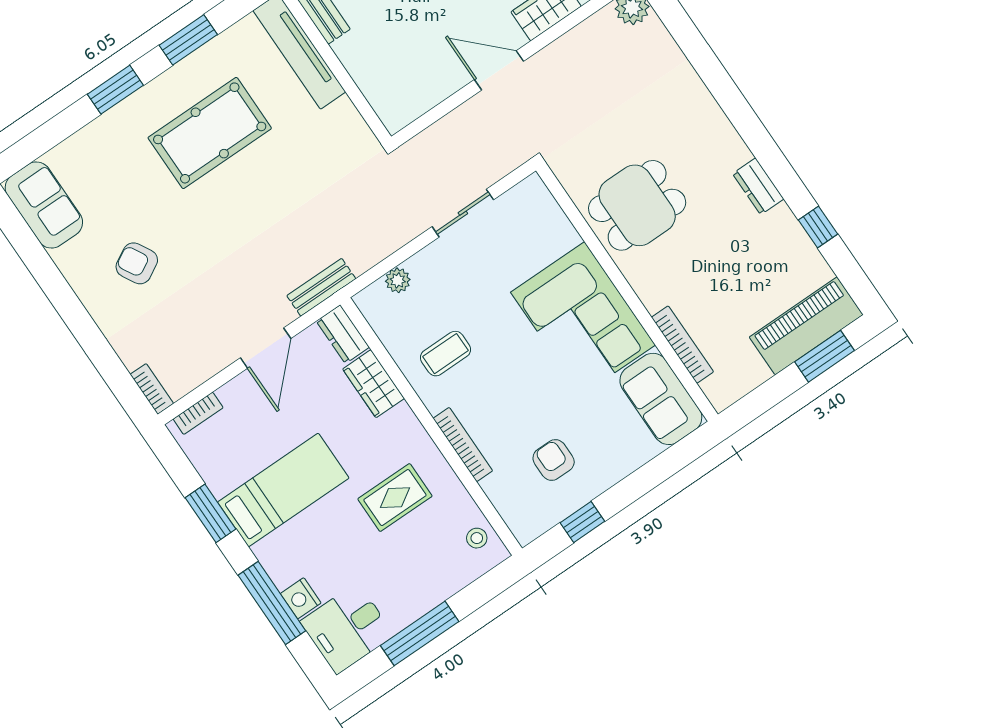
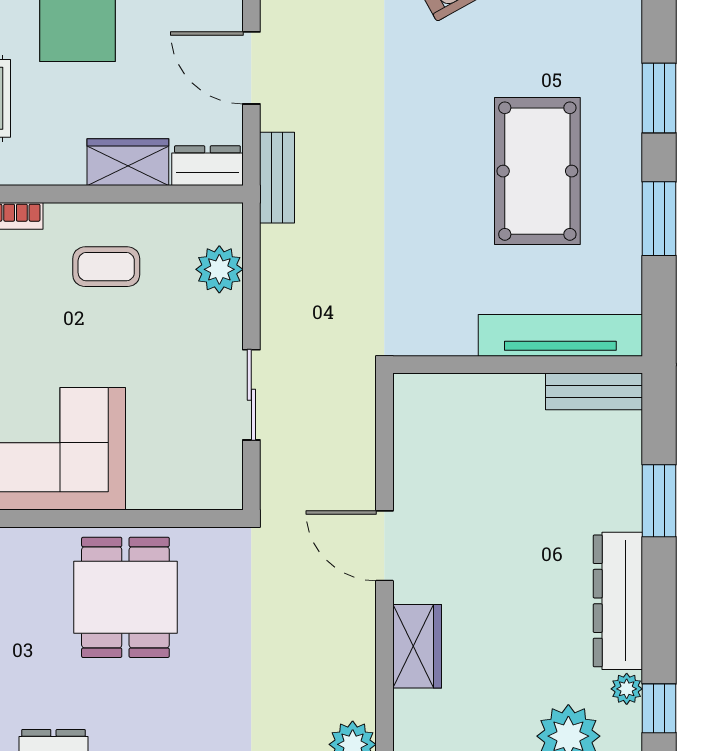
door: (499, 70) -> (384, 546), swing flipped
plant: (398, 280) -> (219, 269), width x1.38, depth x1.38
coffee table: (446, 354) -> (106, 267), turned 90

